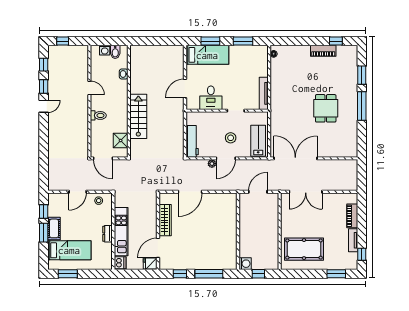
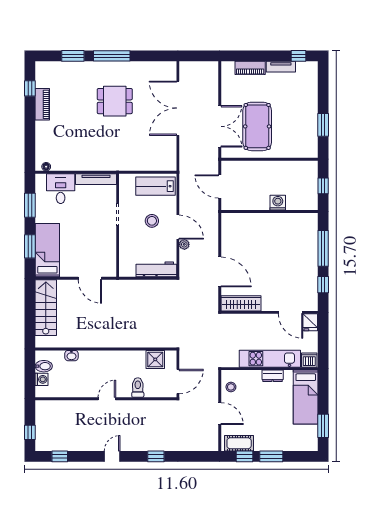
window: (44, 87) -> (156, 456), moved
door: (89, 88) -> (107, 399), moved
desk: (211, 98) -> (61, 189), moved, turned -90
door: (44, 106) -> (112, 456), hinge flipped
toilet: (98, 115) -> (138, 388), moved
stairs: (138, 116) -> (46, 308), moved, turned 90
double door: (295, 158) -> (178, 108), moved
wardrobe: (165, 220) -> (241, 303), moved
cot: (54, 228) -> (239, 443), moved
pool table: (304, 249) -> (257, 126), moved
bed: (69, 250) -> (306, 397), moved, turned 180
washing machine: (245, 264) -> (278, 203), moved
window: (336, 274) -> (323, 125), moved

